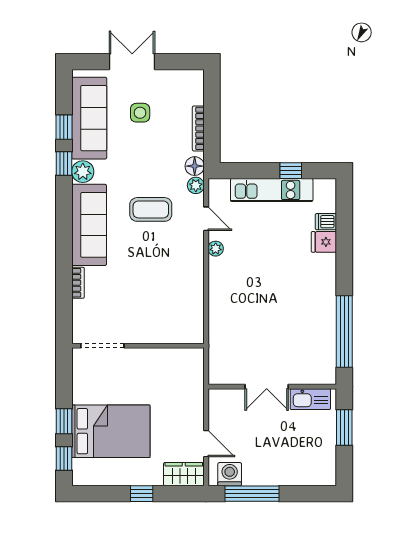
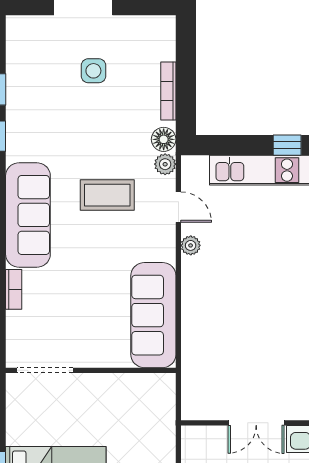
sofa: (89, 118) -> (153, 315), moved, turned 180
plant: (83, 172) -> (20, 147), removed

